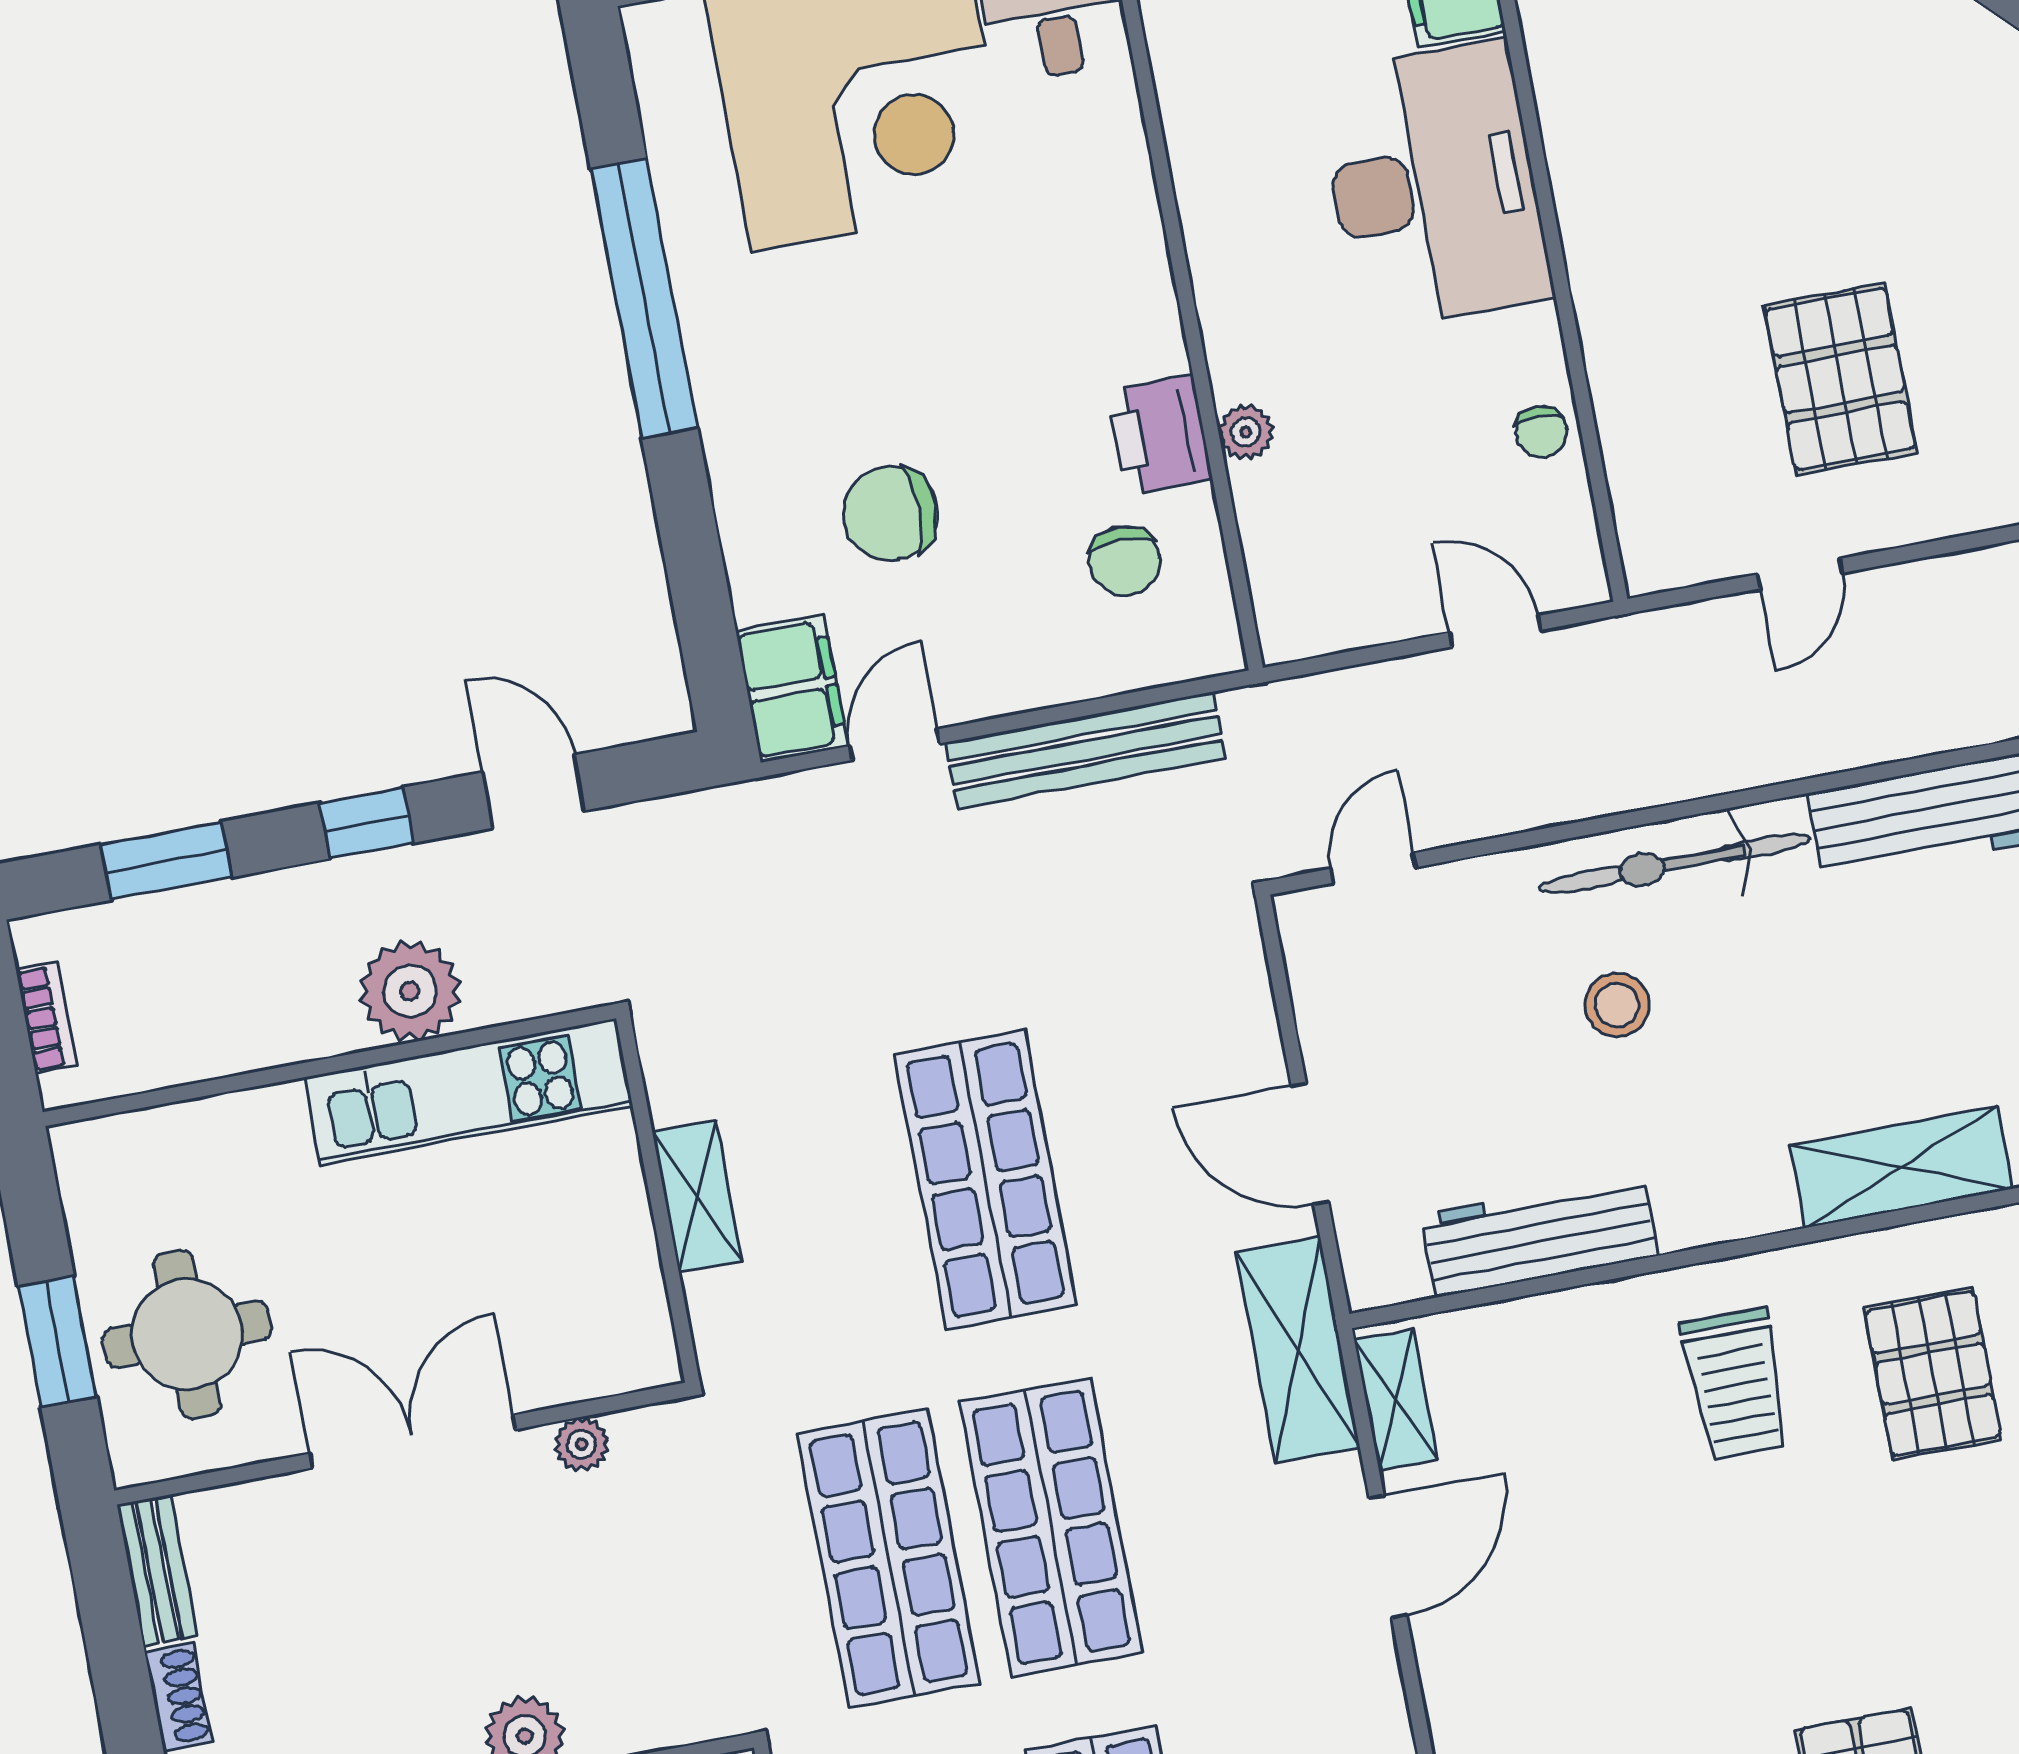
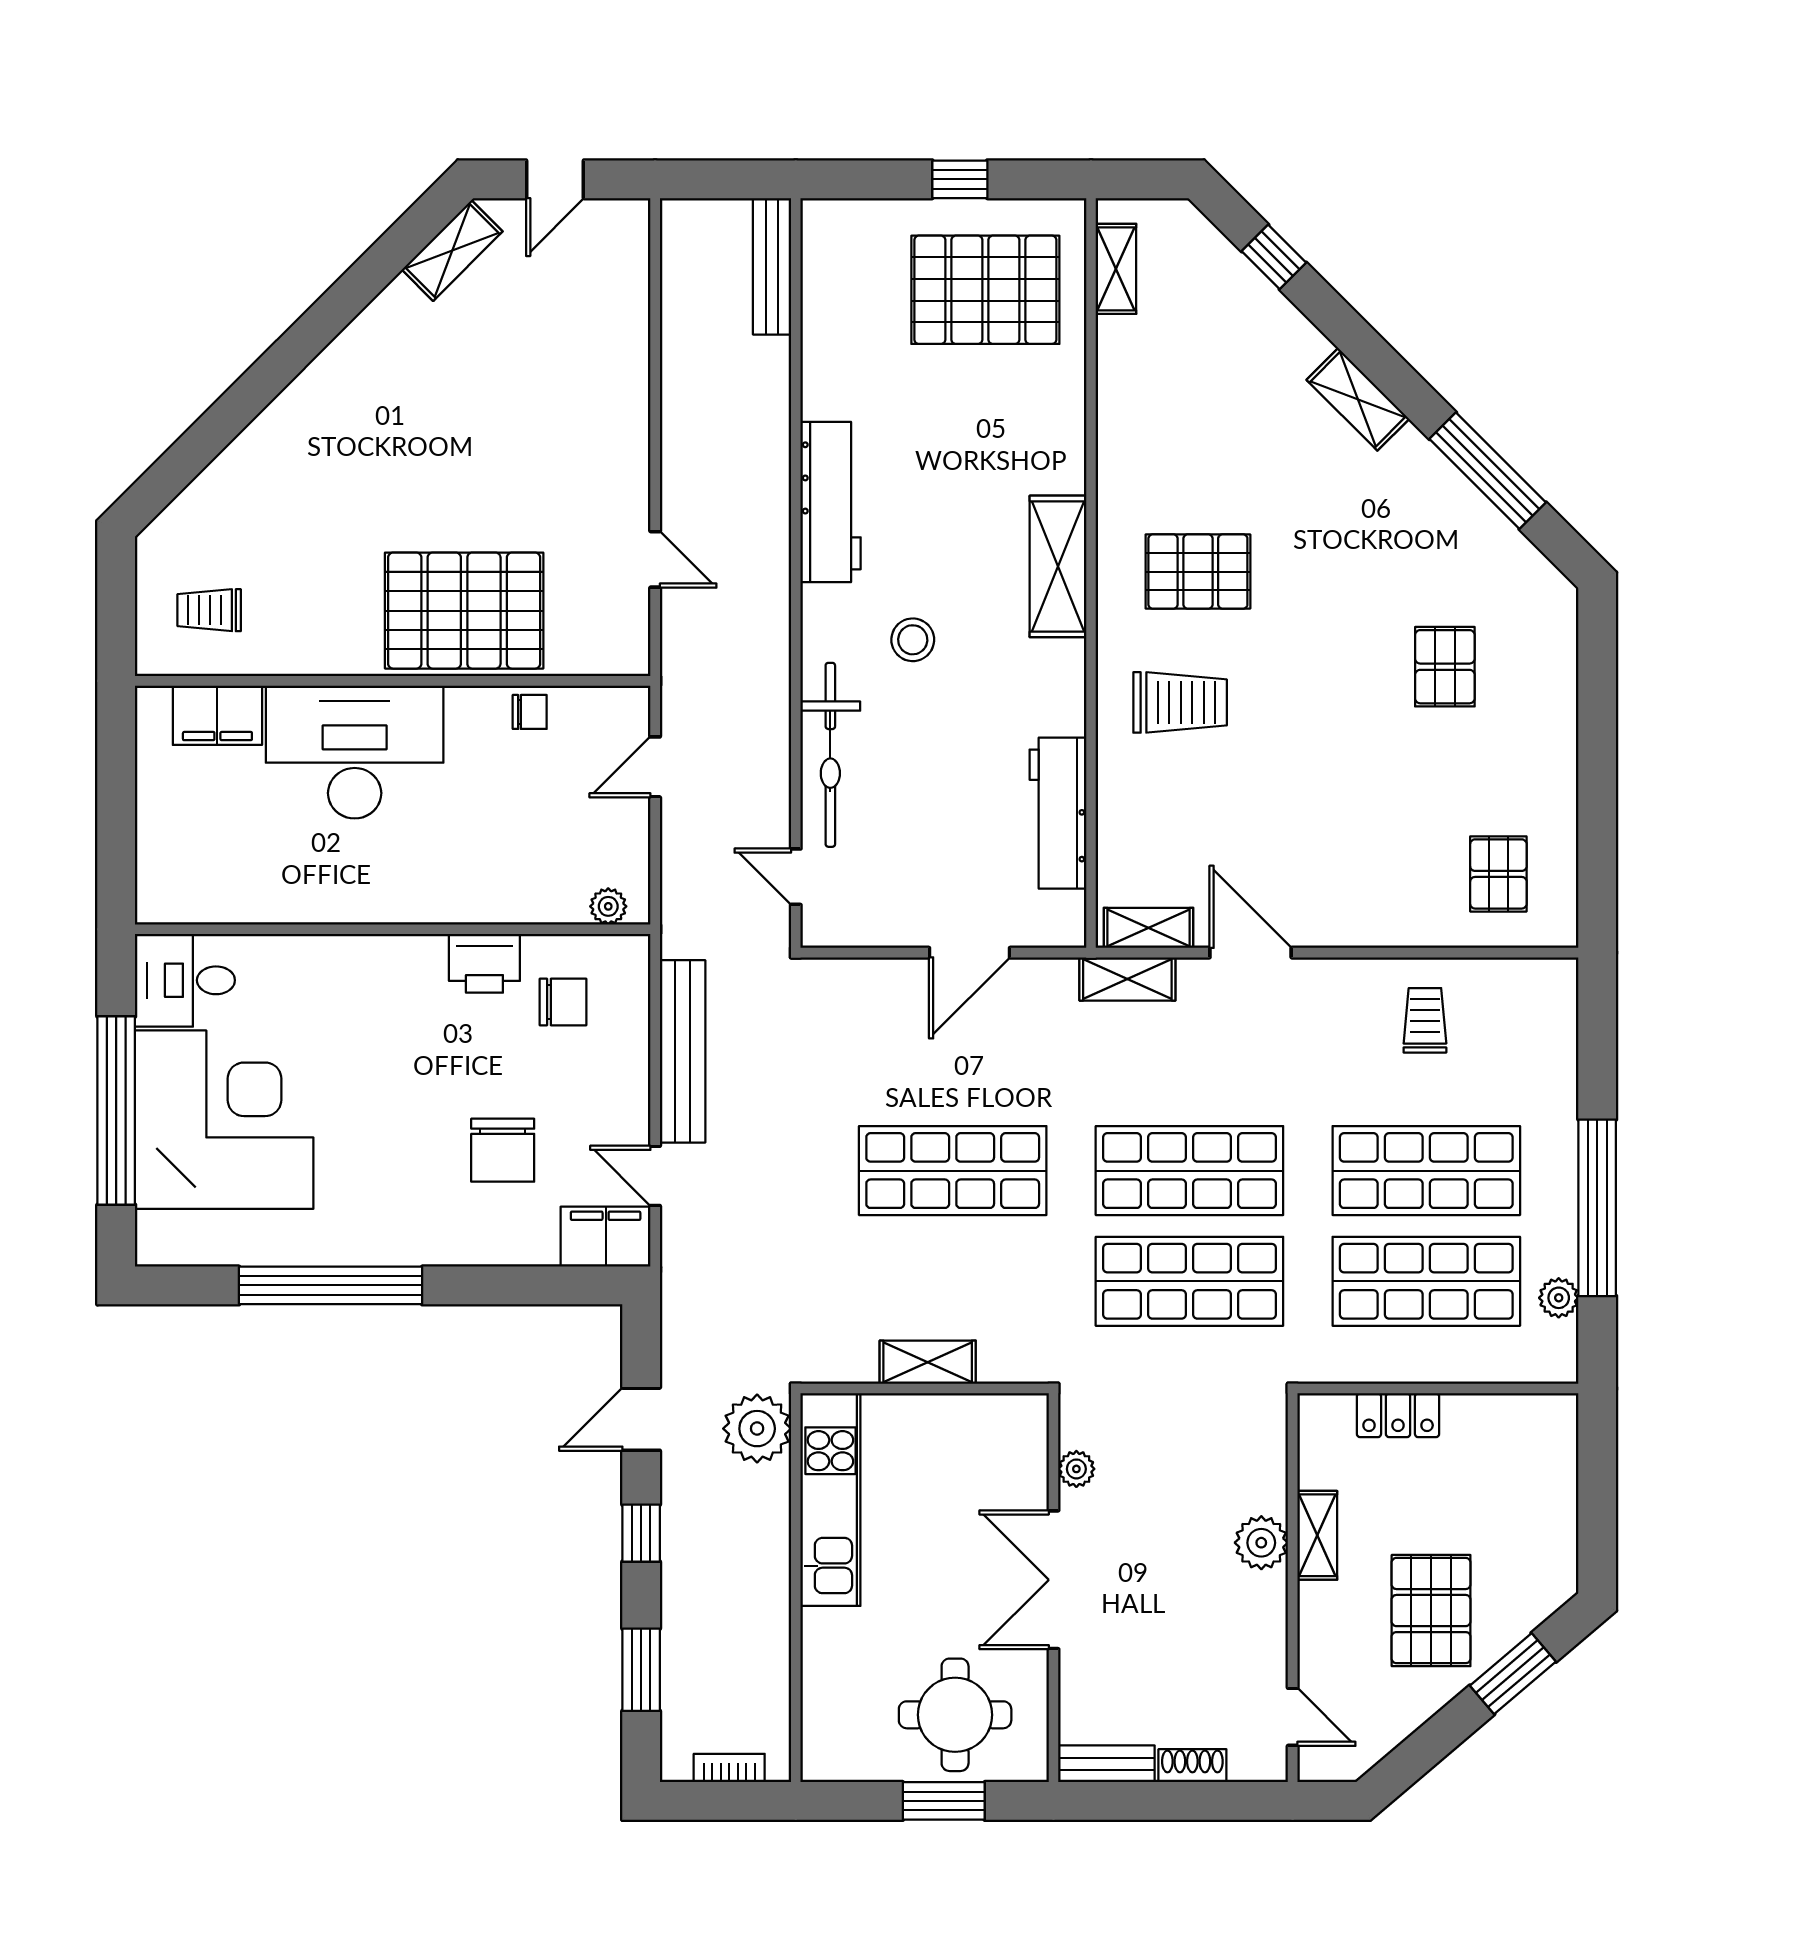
pallet: (1840, 379) -> (464, 611), moved, width x1.37, depth x1.41
plant: (1246, 432) -> (608, 906), moved
bicycle: (1675, 864) -> (830, 755), moved
plant: (410, 991) -> (757, 1429), moved
stool: (1617, 1005) -> (913, 640), moved
shelving: (1298, 1350) -> (1127, 979), width x0.67, depth x0.75

